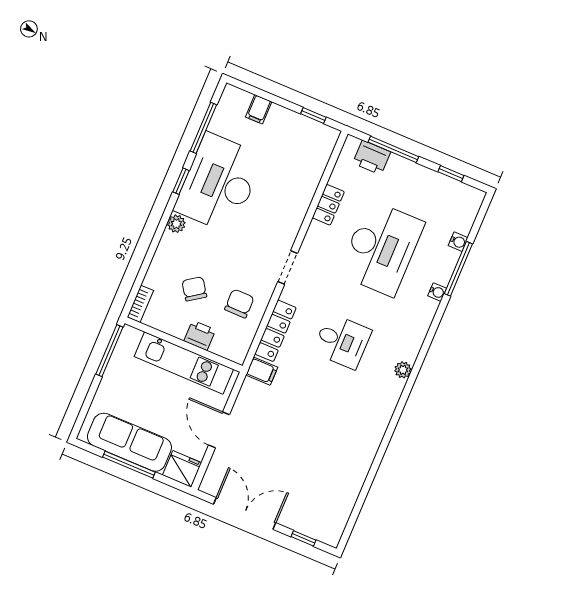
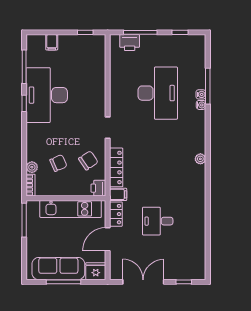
locker: (328, 205) -> (116, 214), moved
plant: (176, 224) -> (32, 167), moved
water cooler: (458, 242) -> (201, 94), moved
chair: (194, 289) -> (58, 163), turned 101
chair: (239, 303) -> (88, 160), turned 56
printer: (200, 335) -> (98, 188), moved, turned -90
desk: (342, 341) -> (158, 221), moved, turned 180
door: (219, 430) -> (108, 239), hinge flipped

